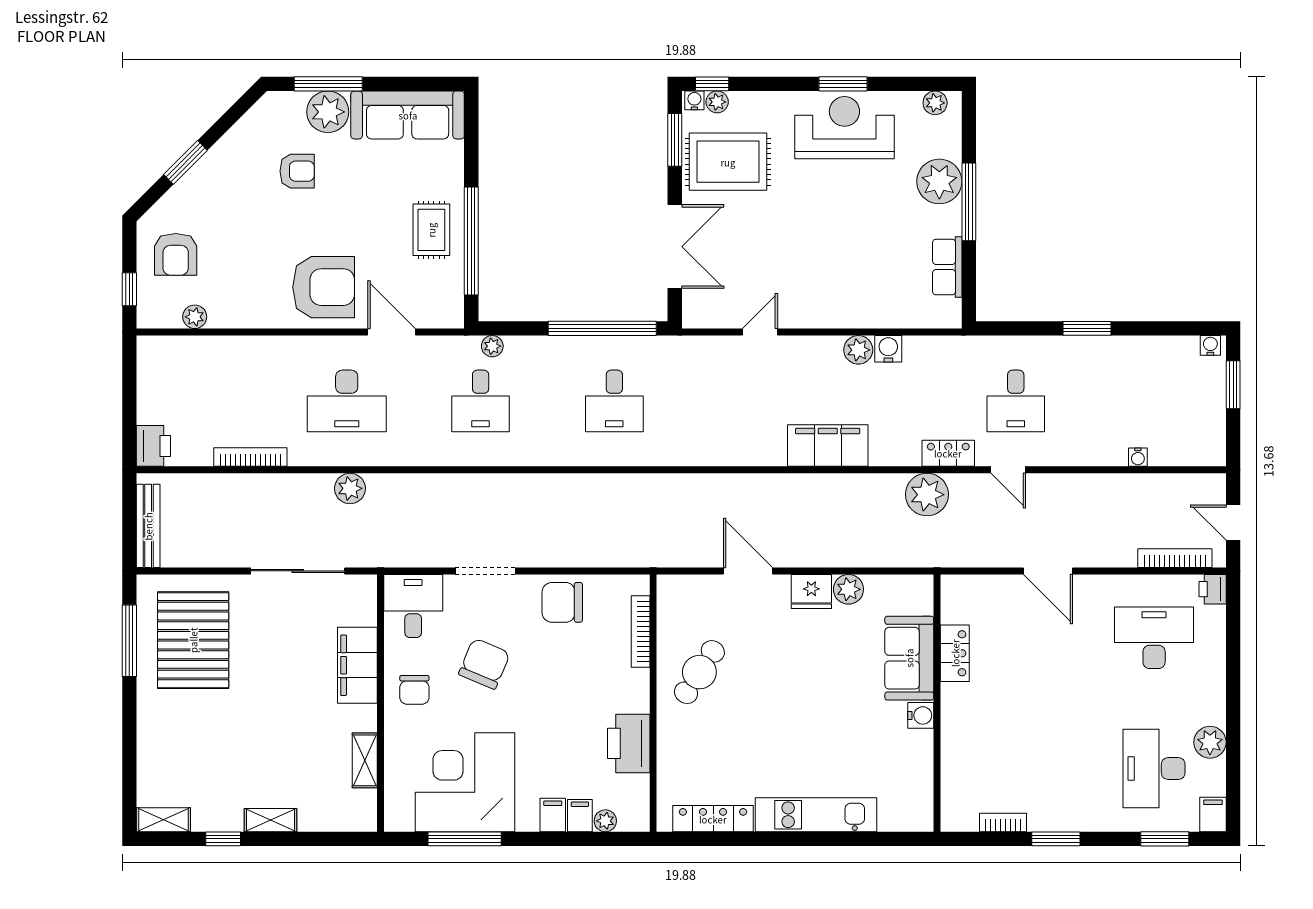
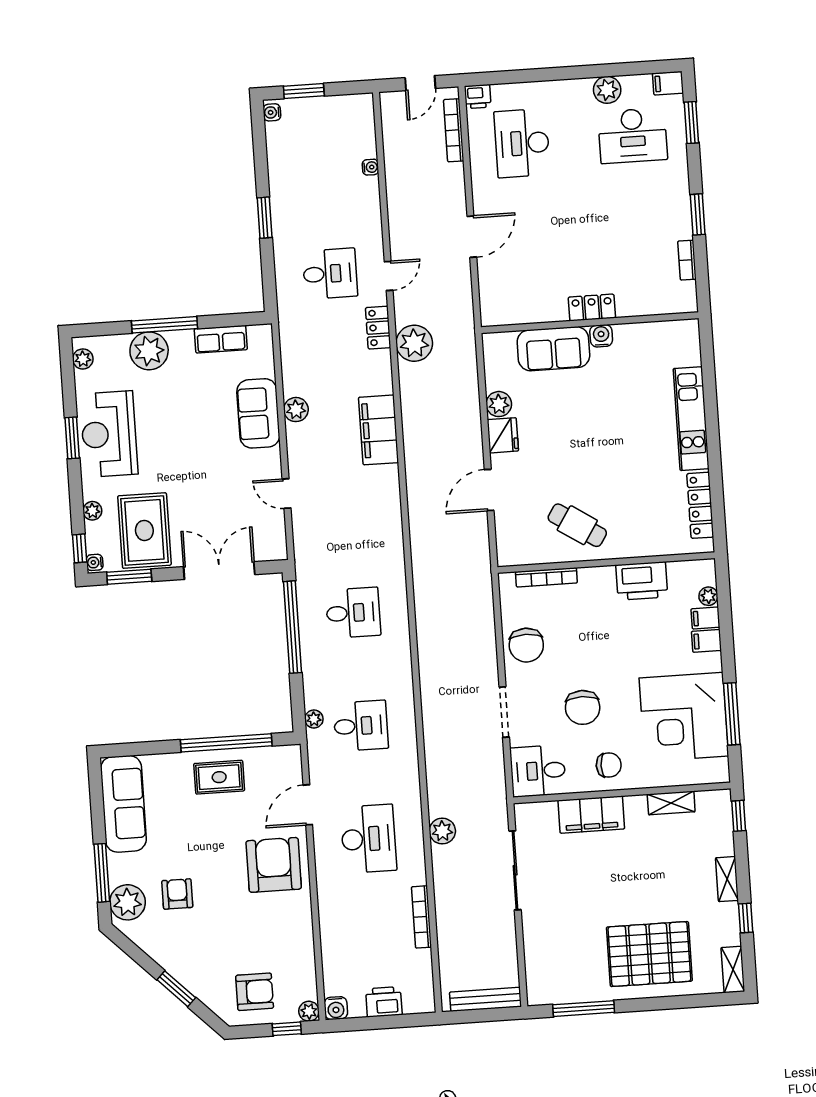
plant: (717, 102) -> (92, 511), moved
plant: (328, 112) -> (127, 902), moved
sofa: (857, 305) -> (258, 413), added
plant: (195, 317) -> (309, 1011), moved
water cooler: (888, 349) -> (336, 1008), moved, turned -90
printer: (153, 446) -> (384, 1002), moved
pallet: (193, 640) -> (649, 954), moved
locker: (955, 653) -> (592, 308), moved
chair: (484, 664) -> (583, 707), turned -113
window: (344, 839) -> (739, 816), added

